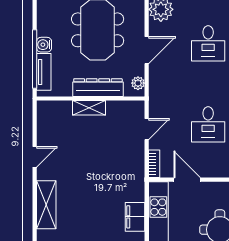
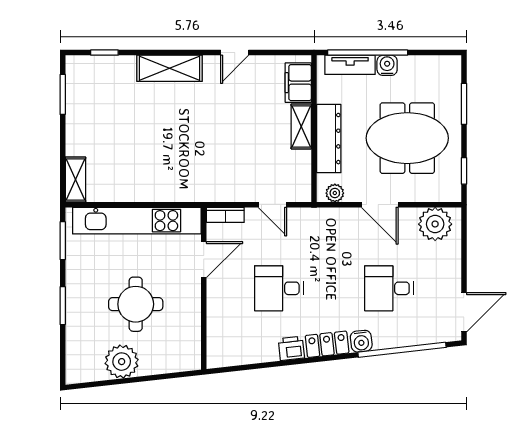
door: (35, 157) -> (235, 53), hinge flipped
filing cabinet: (135, 217) -> (298, 83), moved, turned -90

